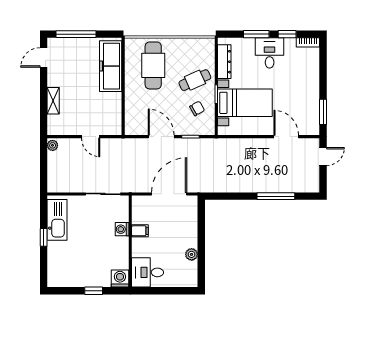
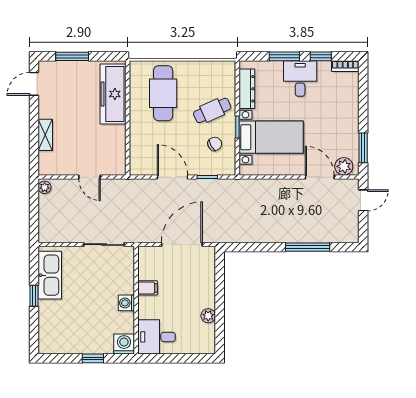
window: (76, 34) -> (72, 56), width x0.69
plant: (307, 128) -> (344, 166), added
washing machine: (122, 229) -> (126, 303), moved

